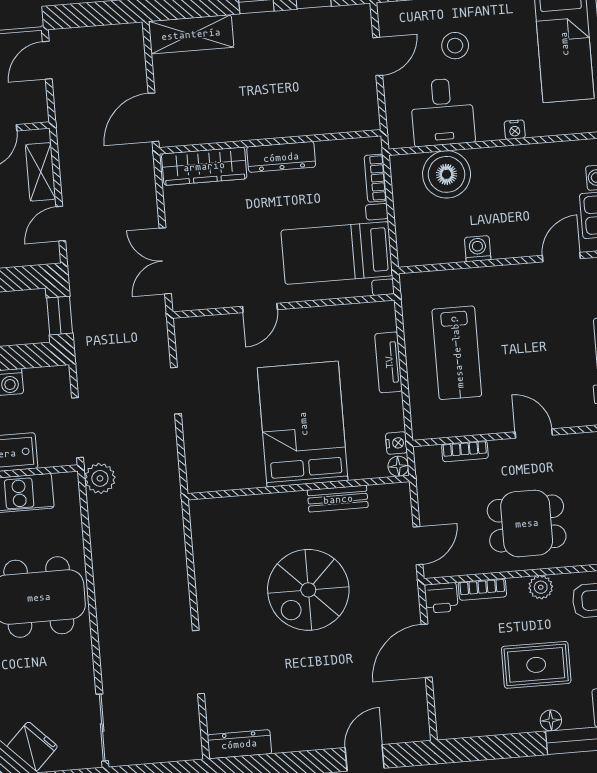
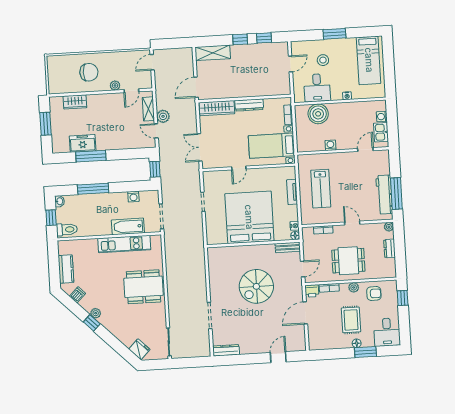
door: (61, 224) -> (156, 131), hinge flipped
bed: (303, 424) -> (249, 217), width x1.36
plant: (100, 478) -> (163, 116), moved
bench: (338, 499) -> (288, 247), moved
rug: (536, 665) -> (351, 320), turned 90

